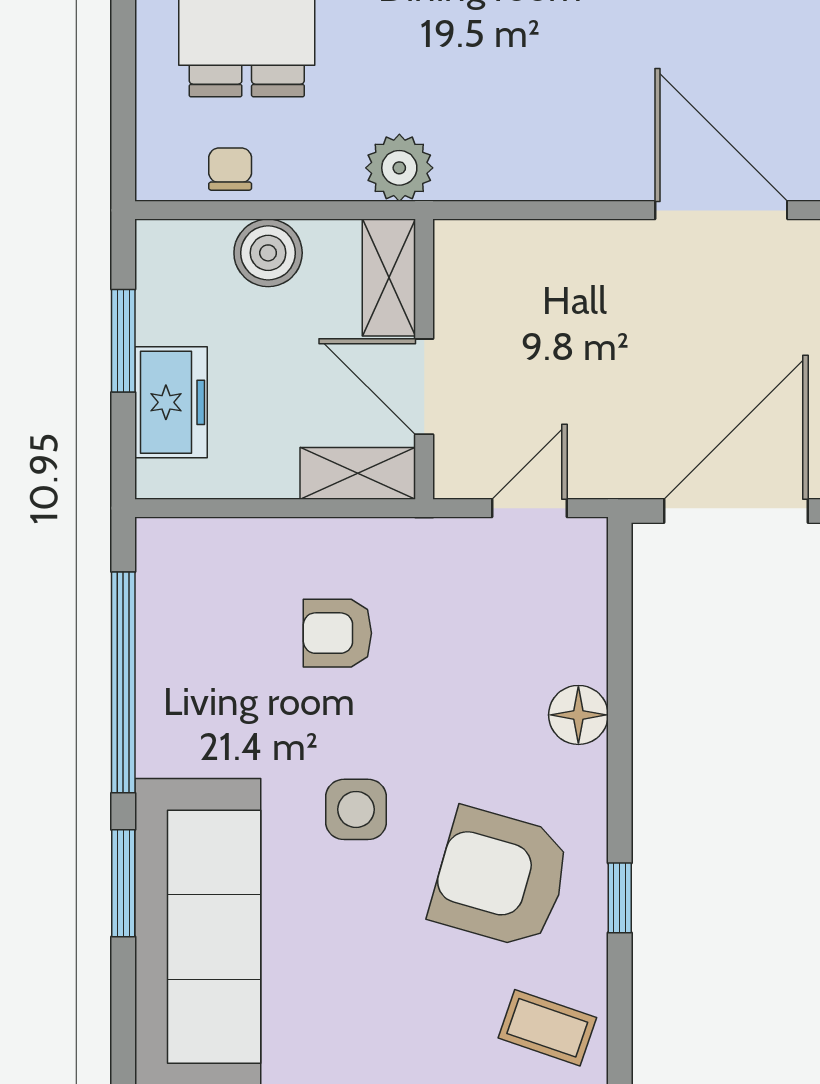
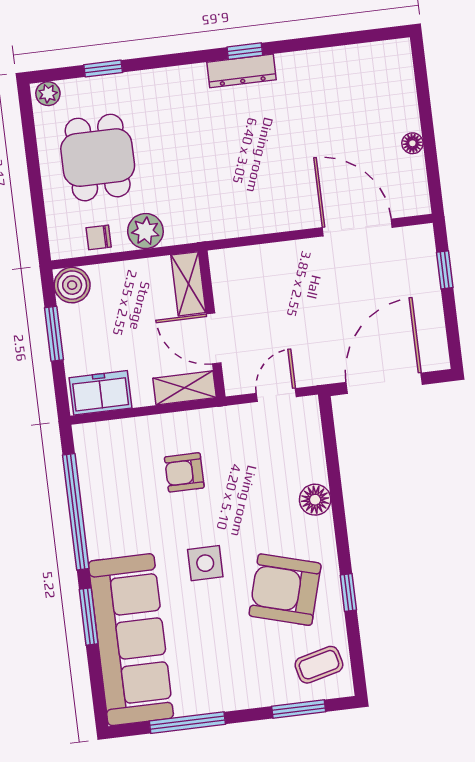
plant: (399, 168) -> (145, 231), moved
chair: (230, 169) -> (99, 237), turned -90
boiler: (268, 253) -> (72, 285), moved
freezer: (171, 402) -> (100, 393), moved, turned -90
coffee table: (547, 1028) -> (319, 665), turned -33

